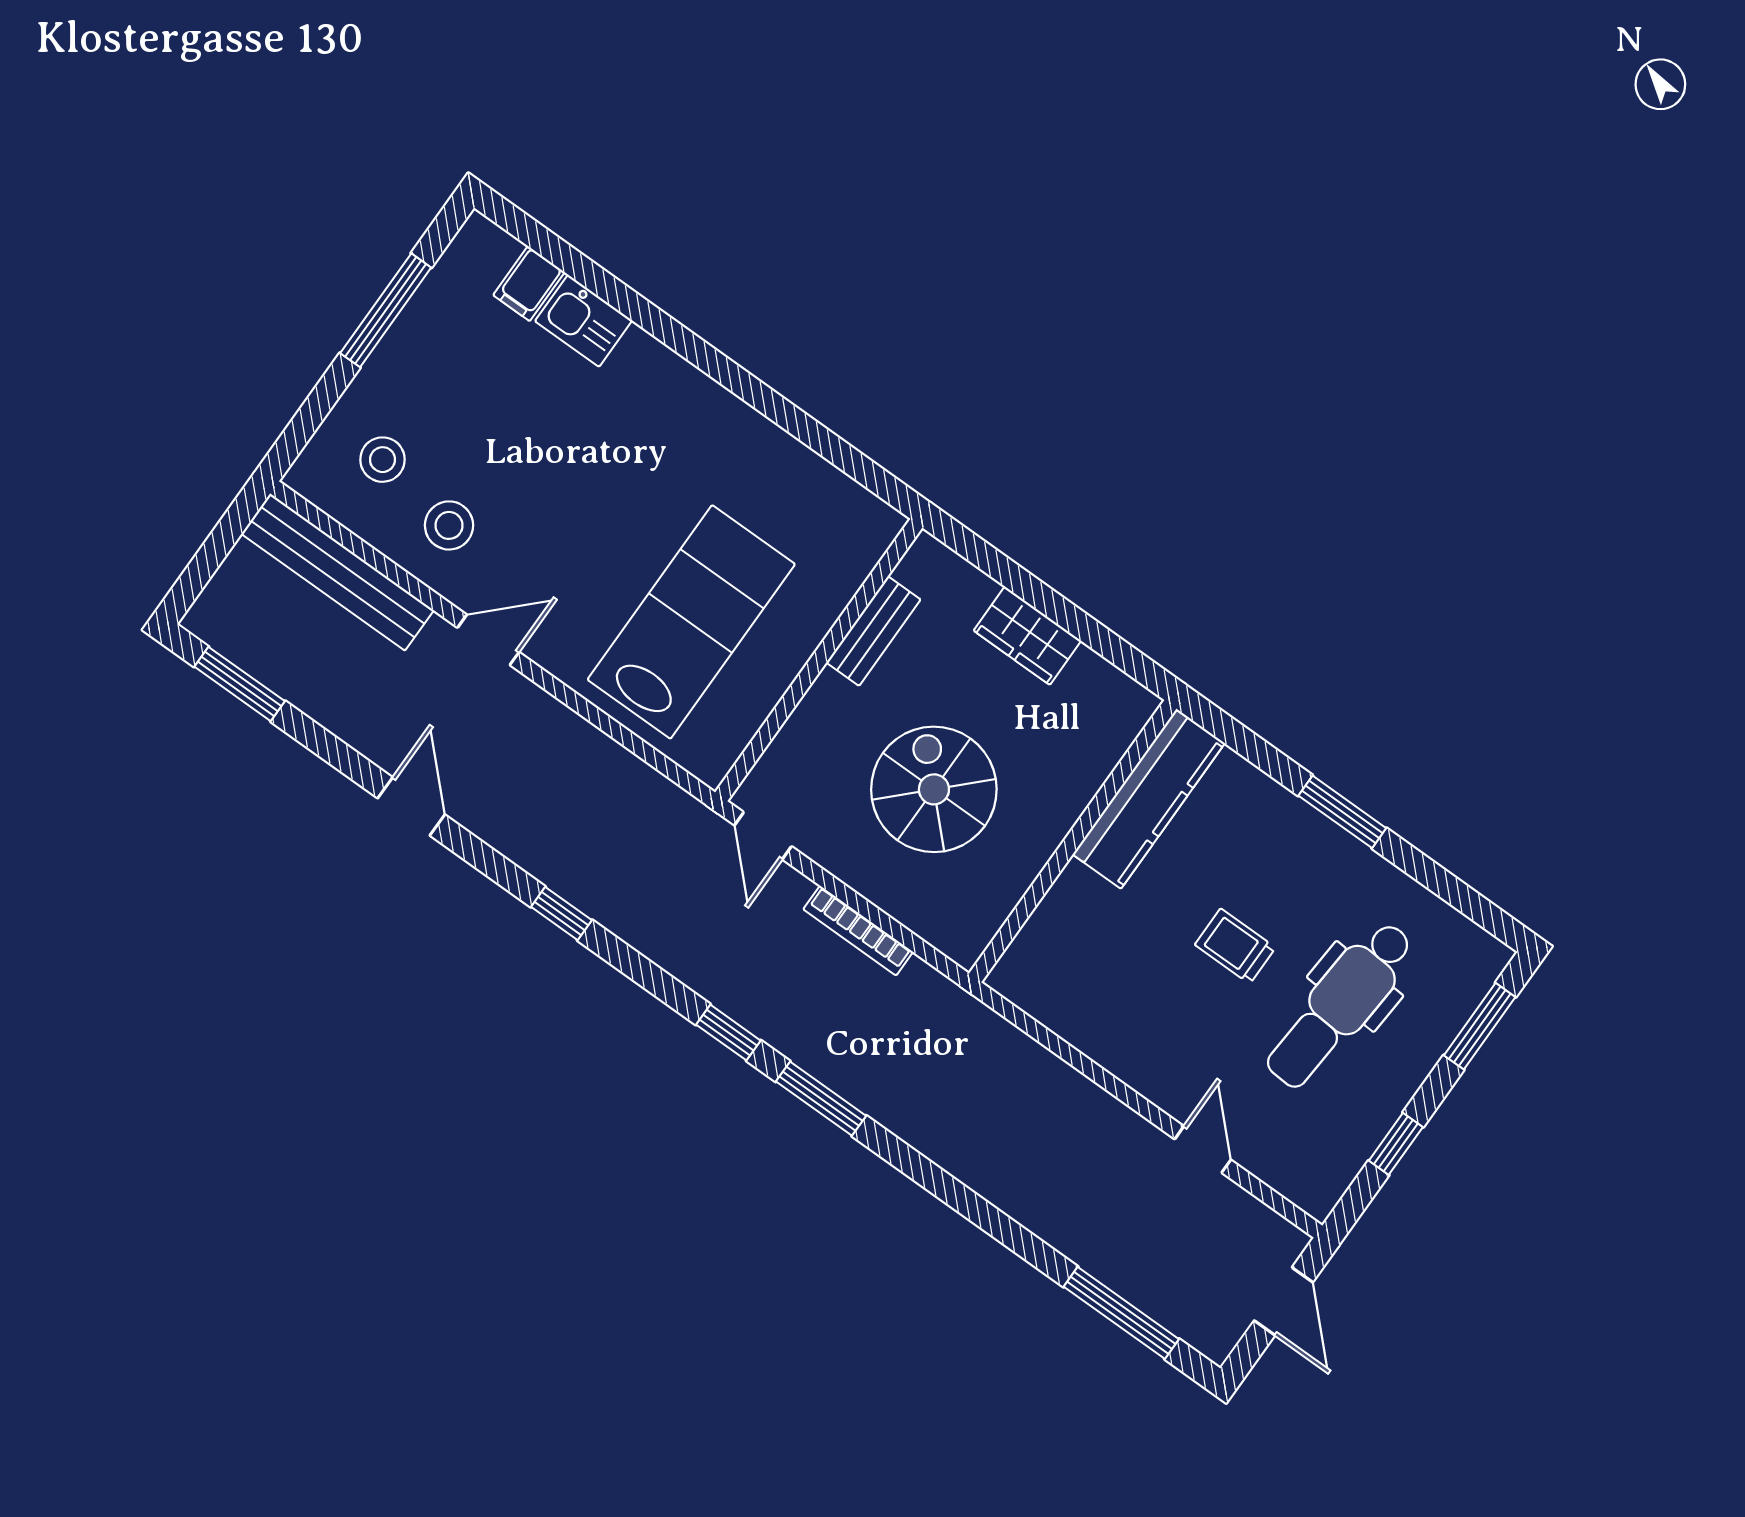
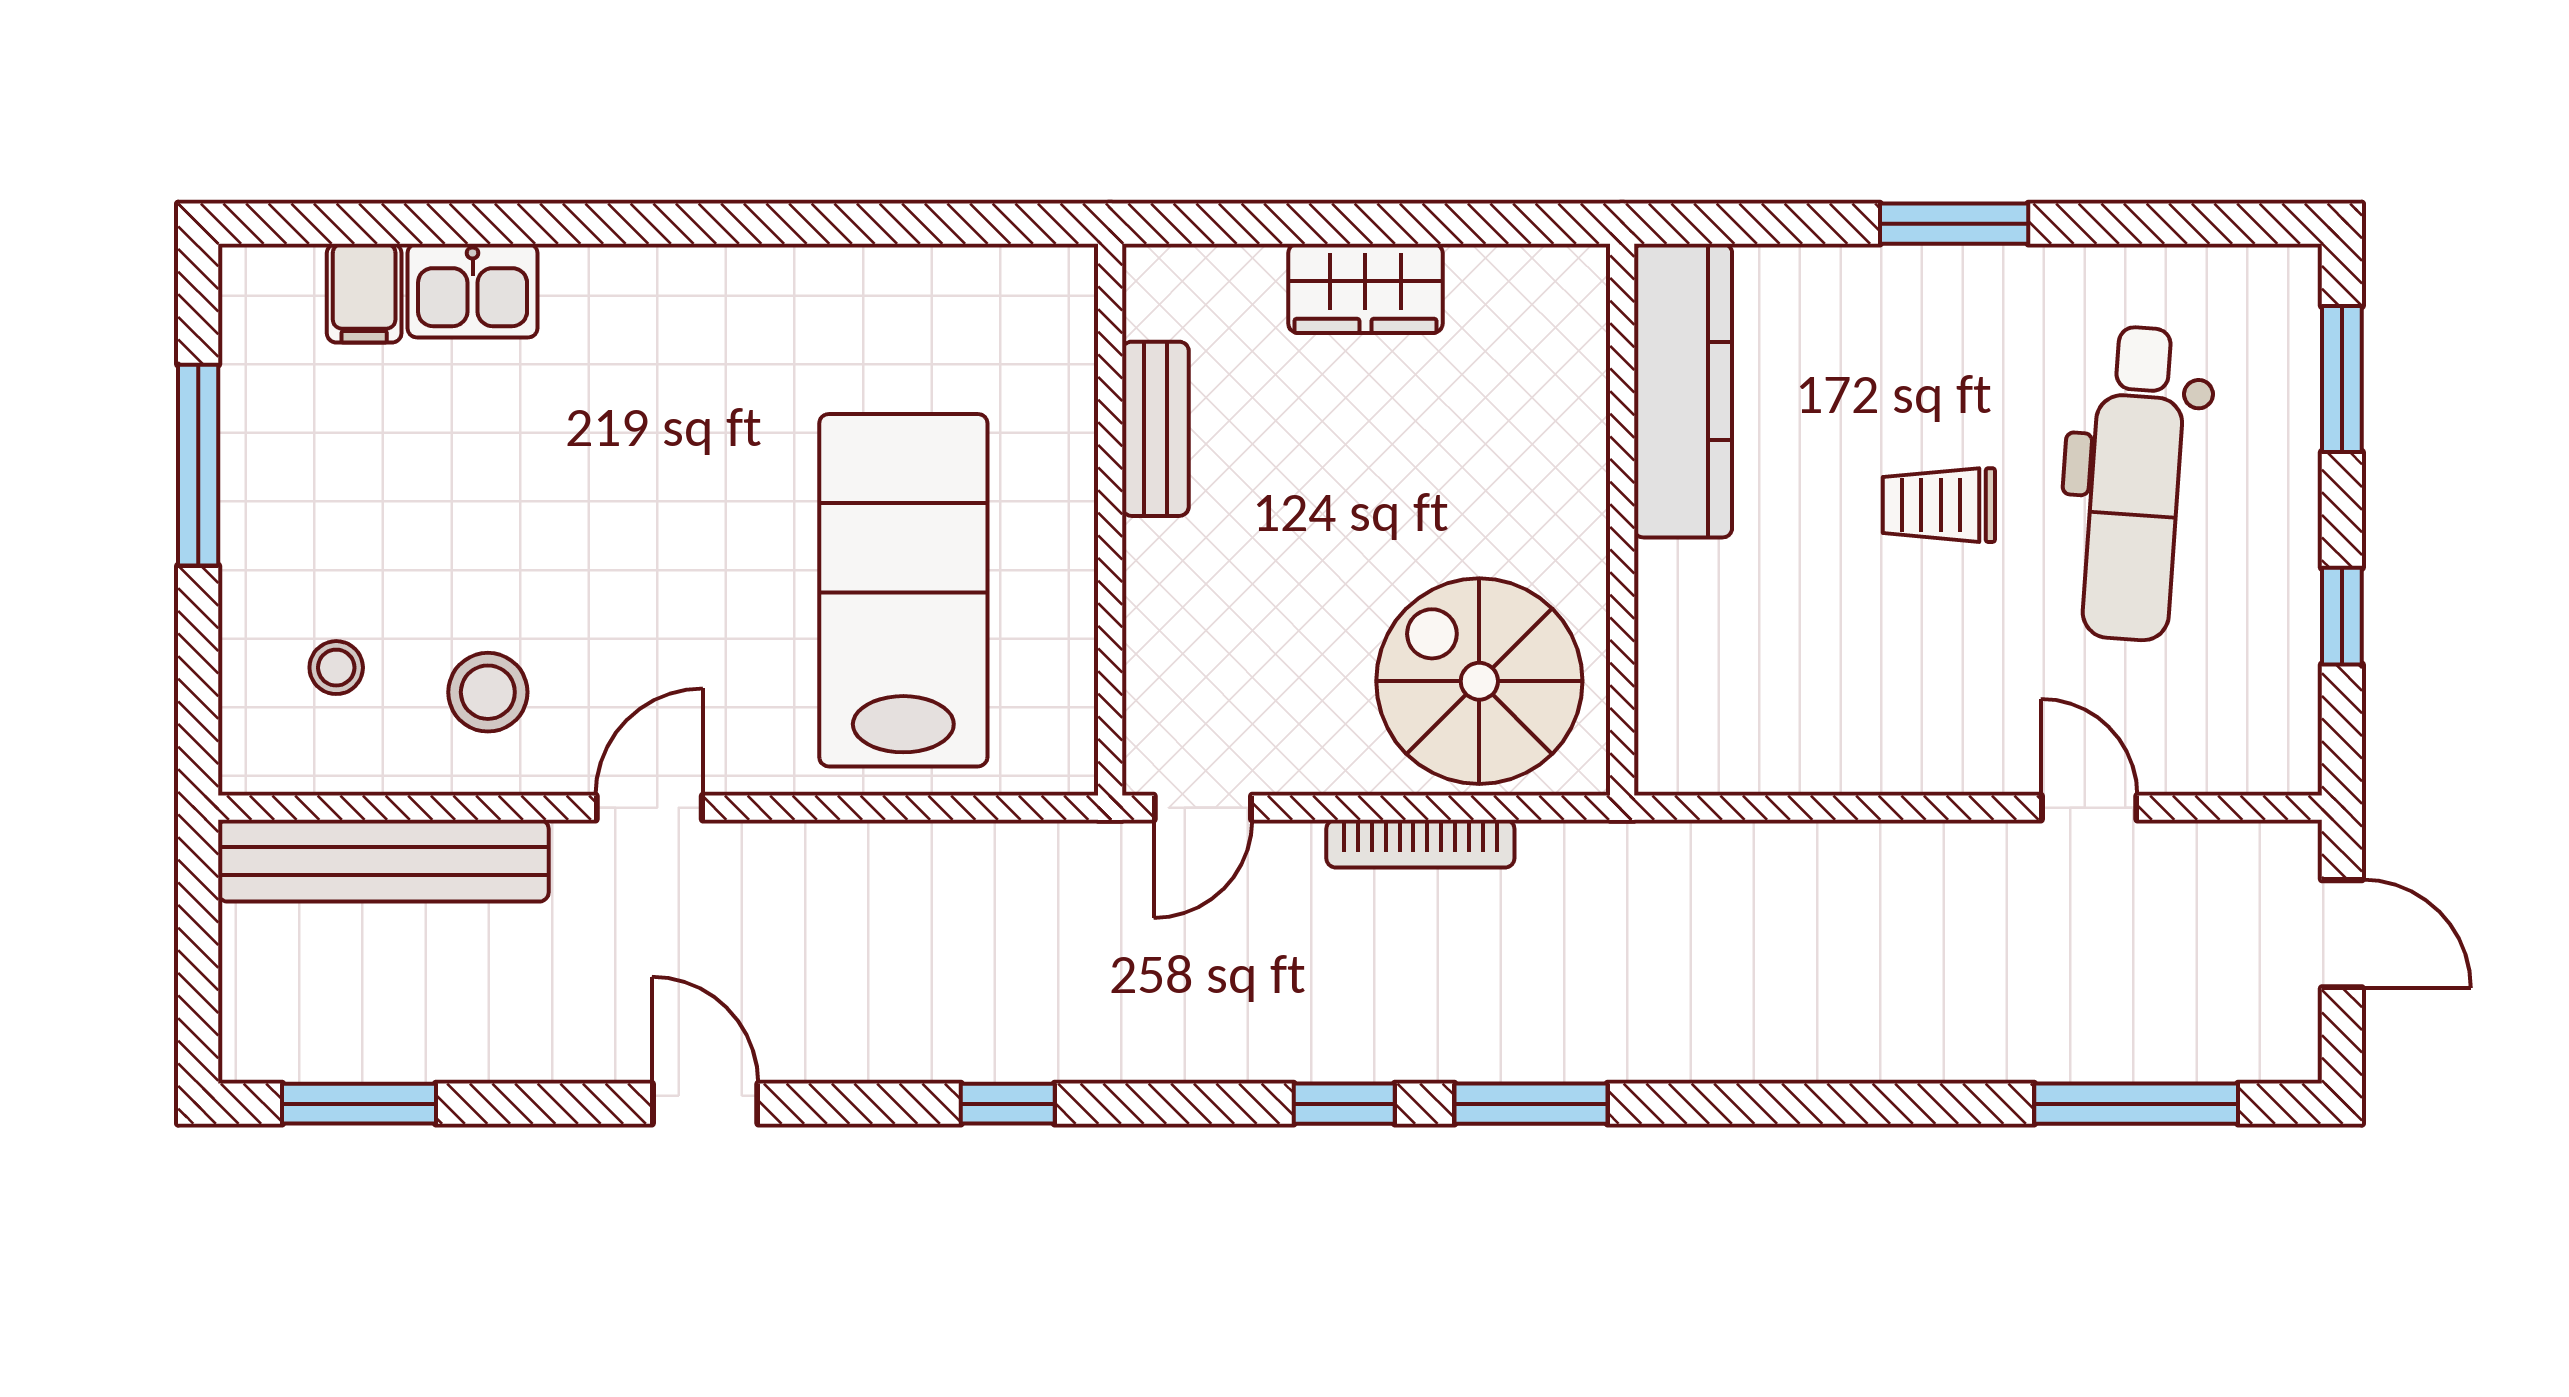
stool: (383, 460) -> (336, 668), width x0.73, depth x0.73
spiral stairs: (934, 789) -> (1479, 681), moved
door: (763, 836) -> (1203, 808), hinge flipped

